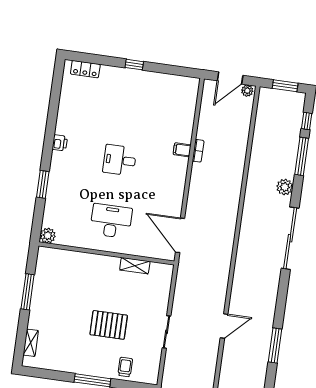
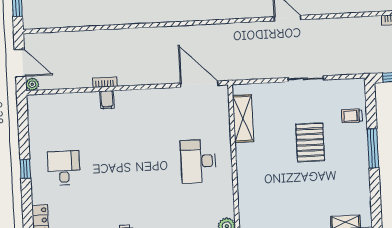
plant: (247, 91) -> (32, 84), moved
desk: (120, 160) -> (64, 168), moved, turned 180
door: (180, 235) -> (199, 84), swing flipped
shelving: (135, 266) -> (243, 118), width x1.50, depth x1.33

